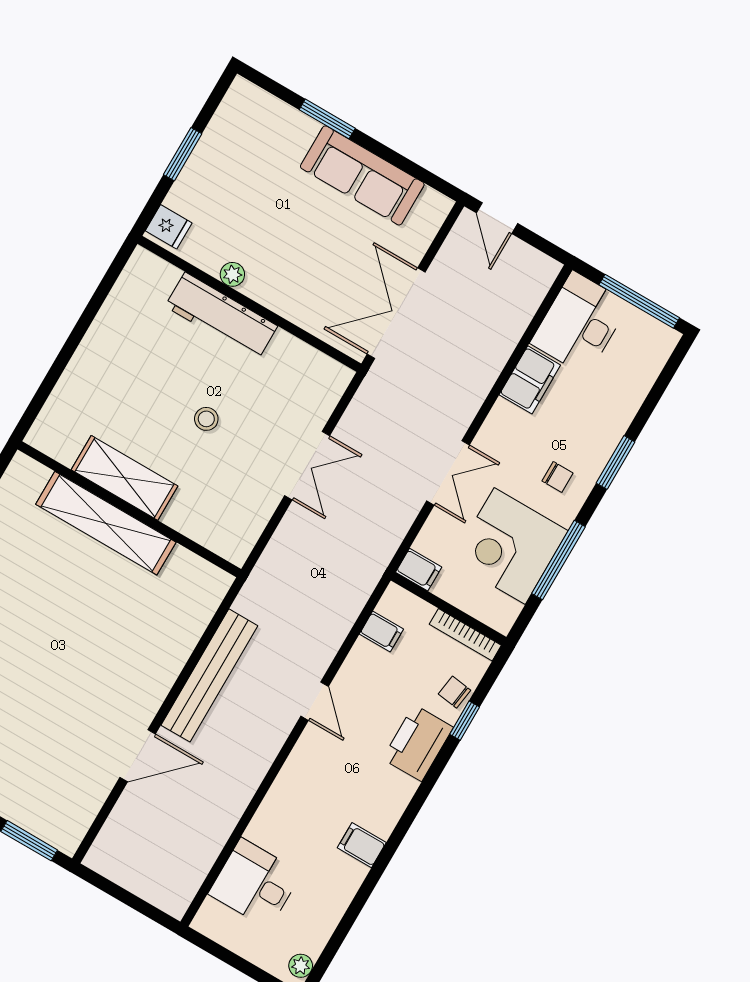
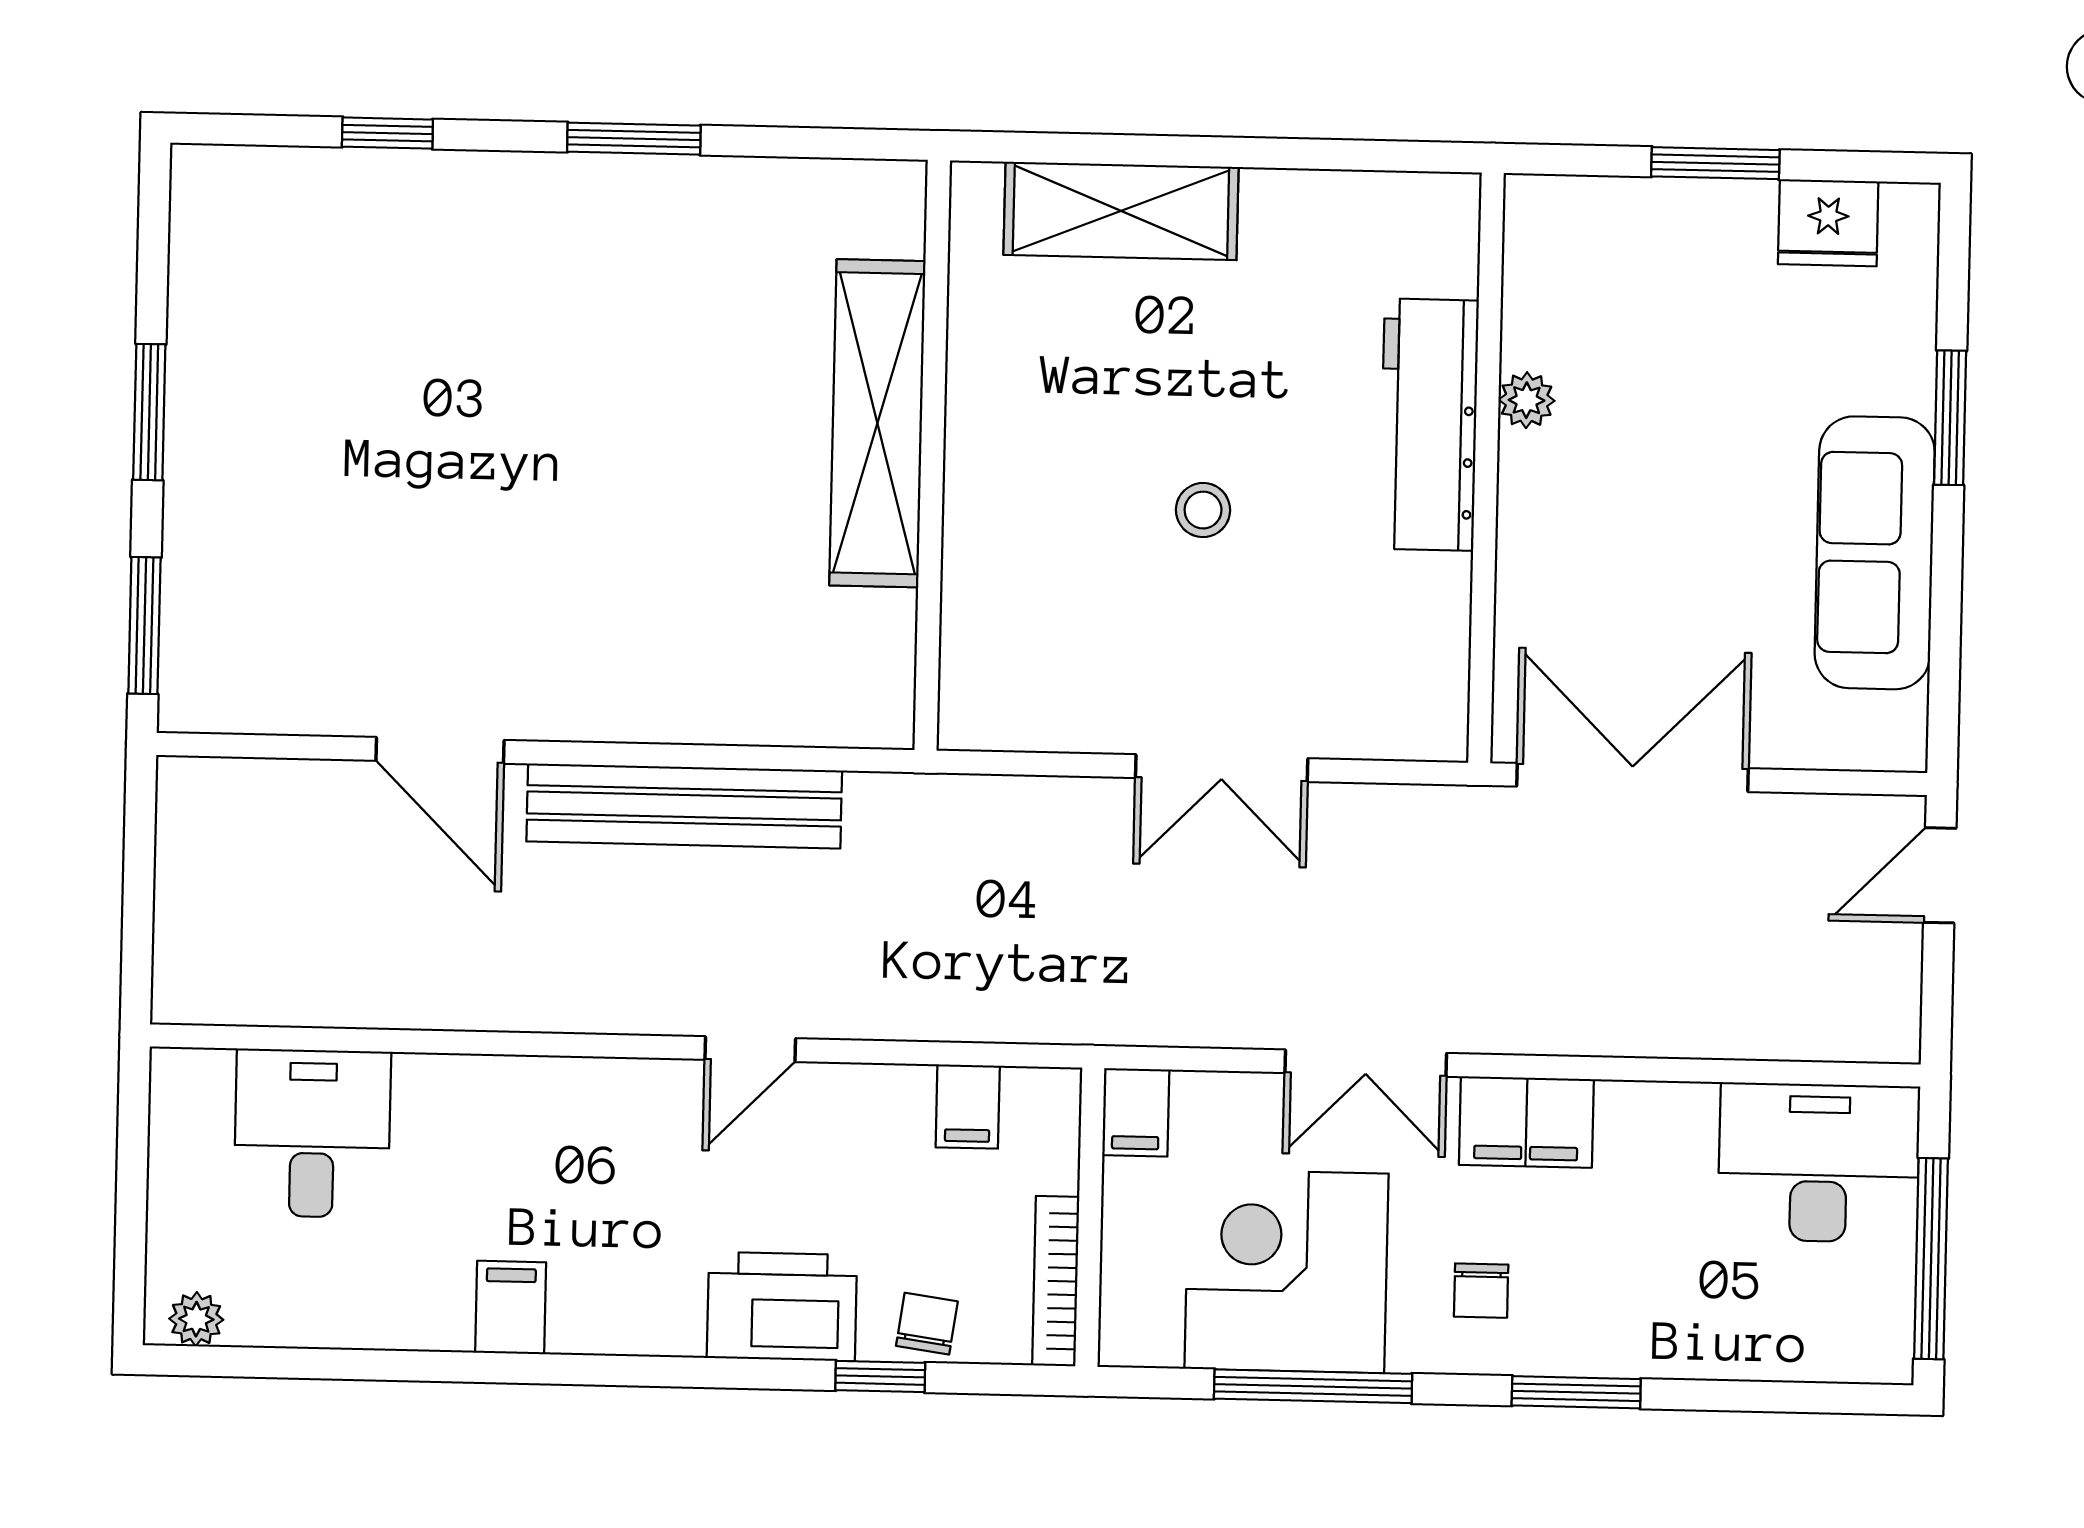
fridge: (169, 227) -> (1828, 223), moved, width x1.38
filing cabinet: (530, 380) -> (1526, 1122), moved
shelving: (125, 478) -> (1121, 211), moved, turned 90

